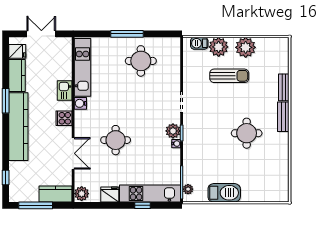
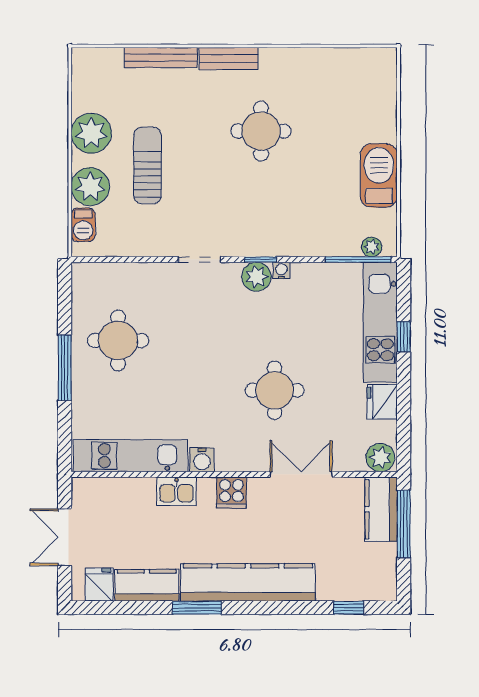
bench: (284, 87) -> (161, 57), width x1.36
window: (36, 205) -> (404, 524), moved

